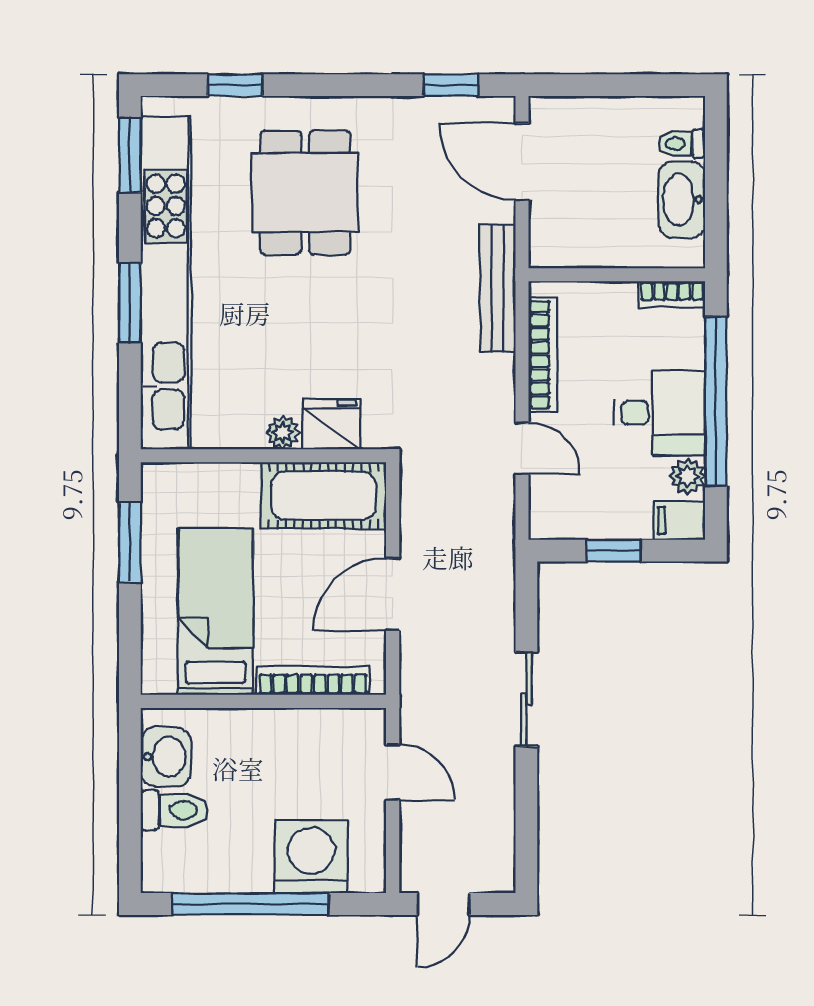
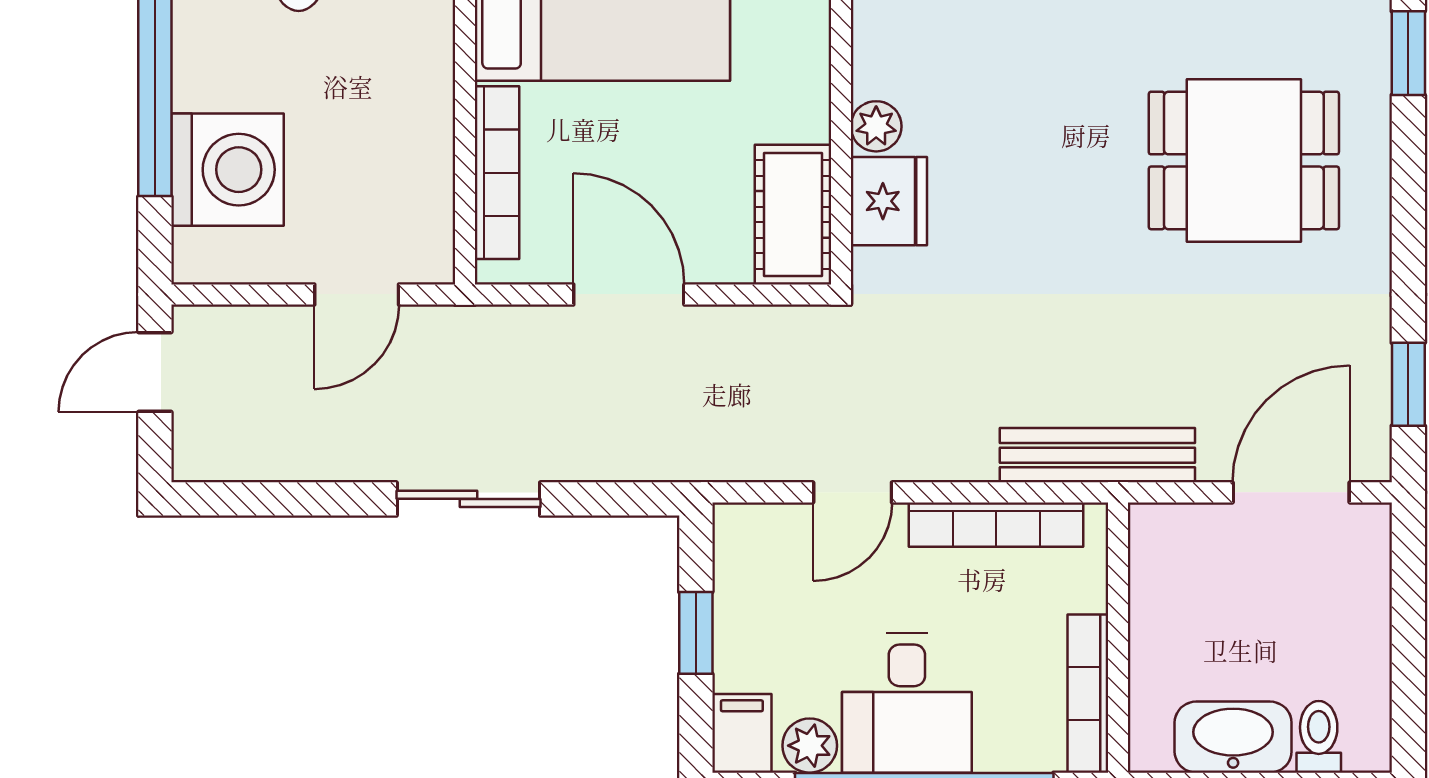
bookcase: (672, 294) -> (1088, 694), width x1.56
cot: (324, 496) -> (793, 215), width x0.73, depth x0.75
door: (443, 904) -> (155, 372), hinge flipped

